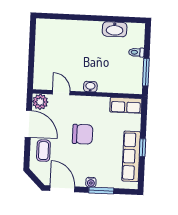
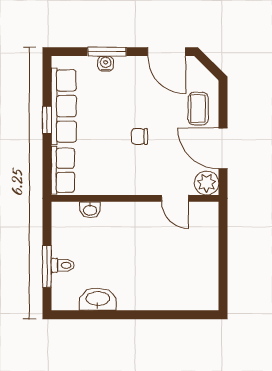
window: (146, 72) -> (47, 266), moved
washbasin: (90, 87) -> (90, 210), moved
row of seats: (126, 105) -> (63, 170), moved, turned 90
chair: (83, 134) -> (139, 136), width x0.54, depth x0.54
water cooler: (91, 182) -> (106, 64), moved

